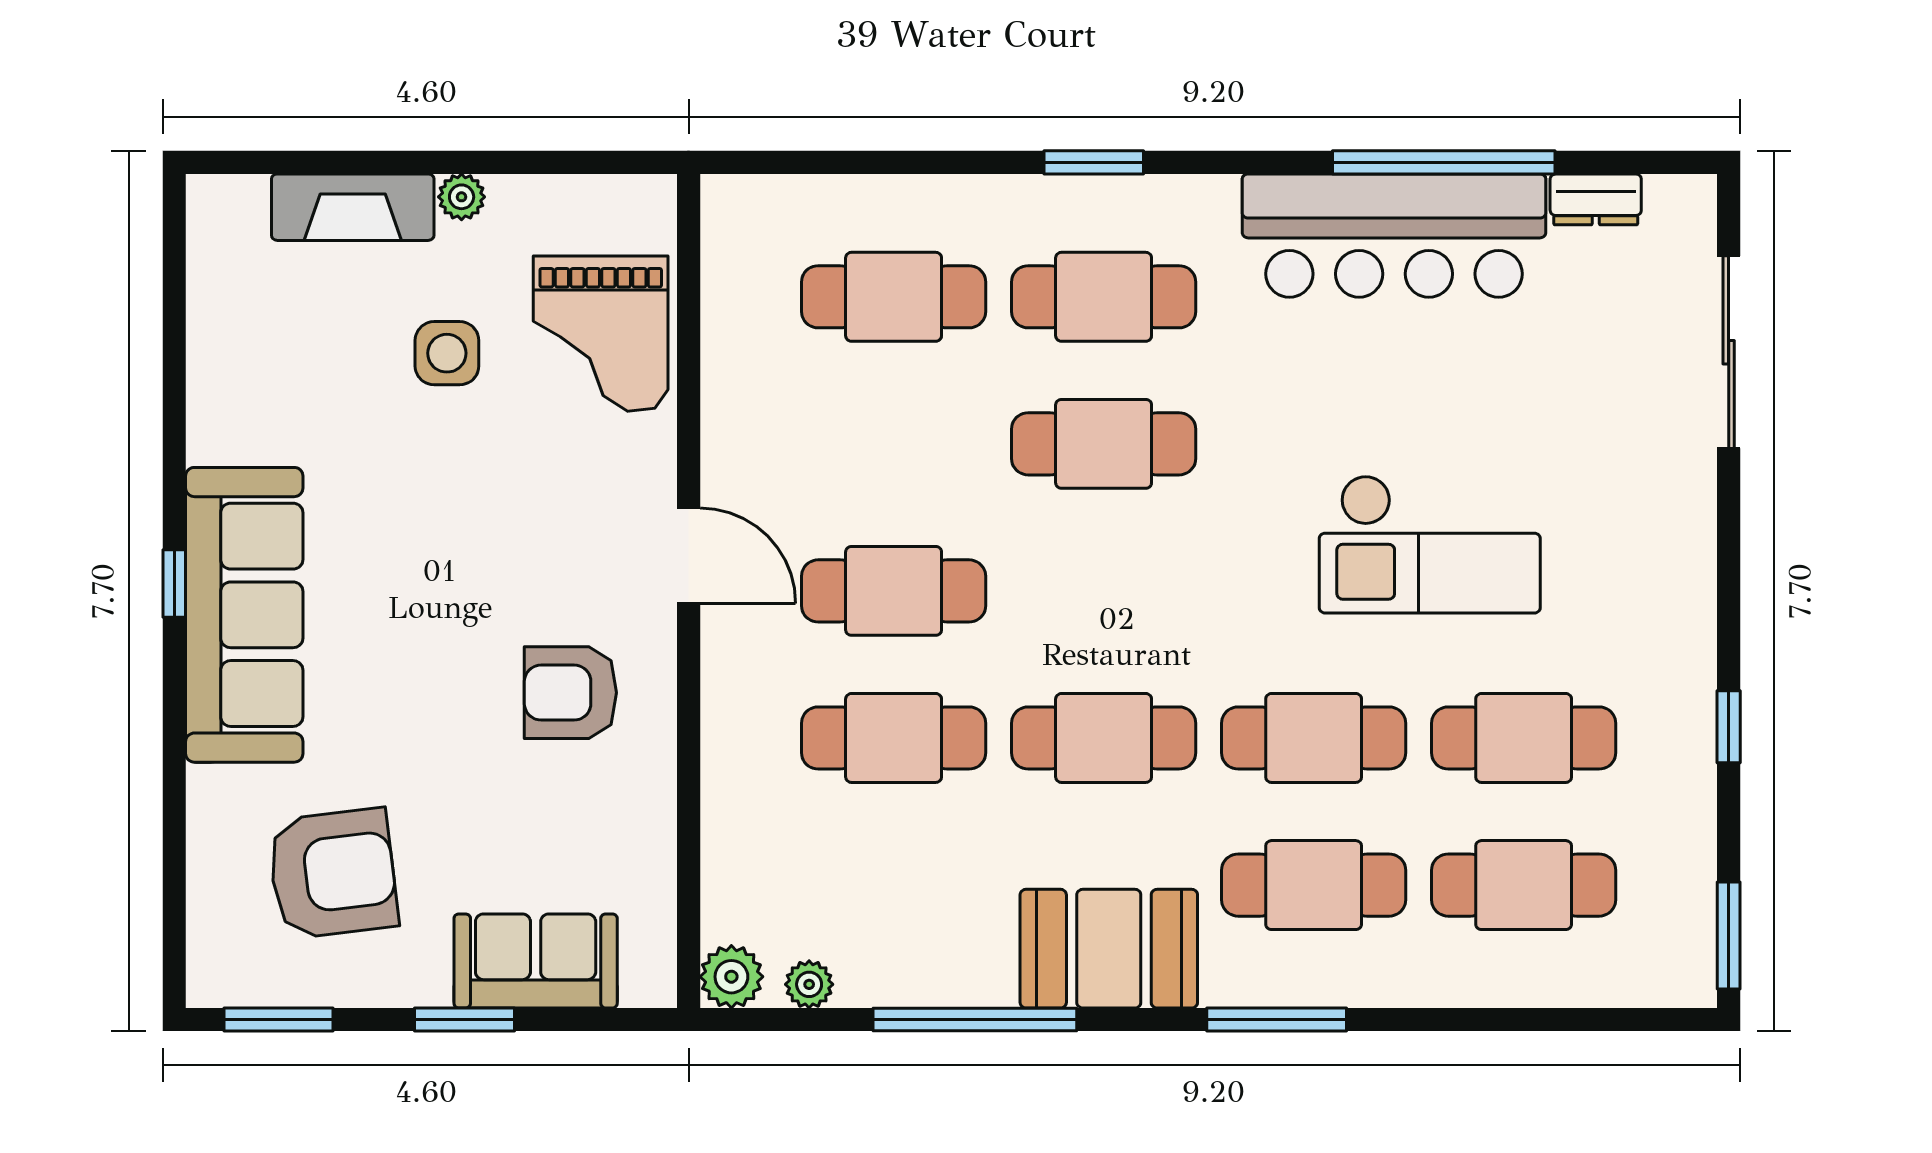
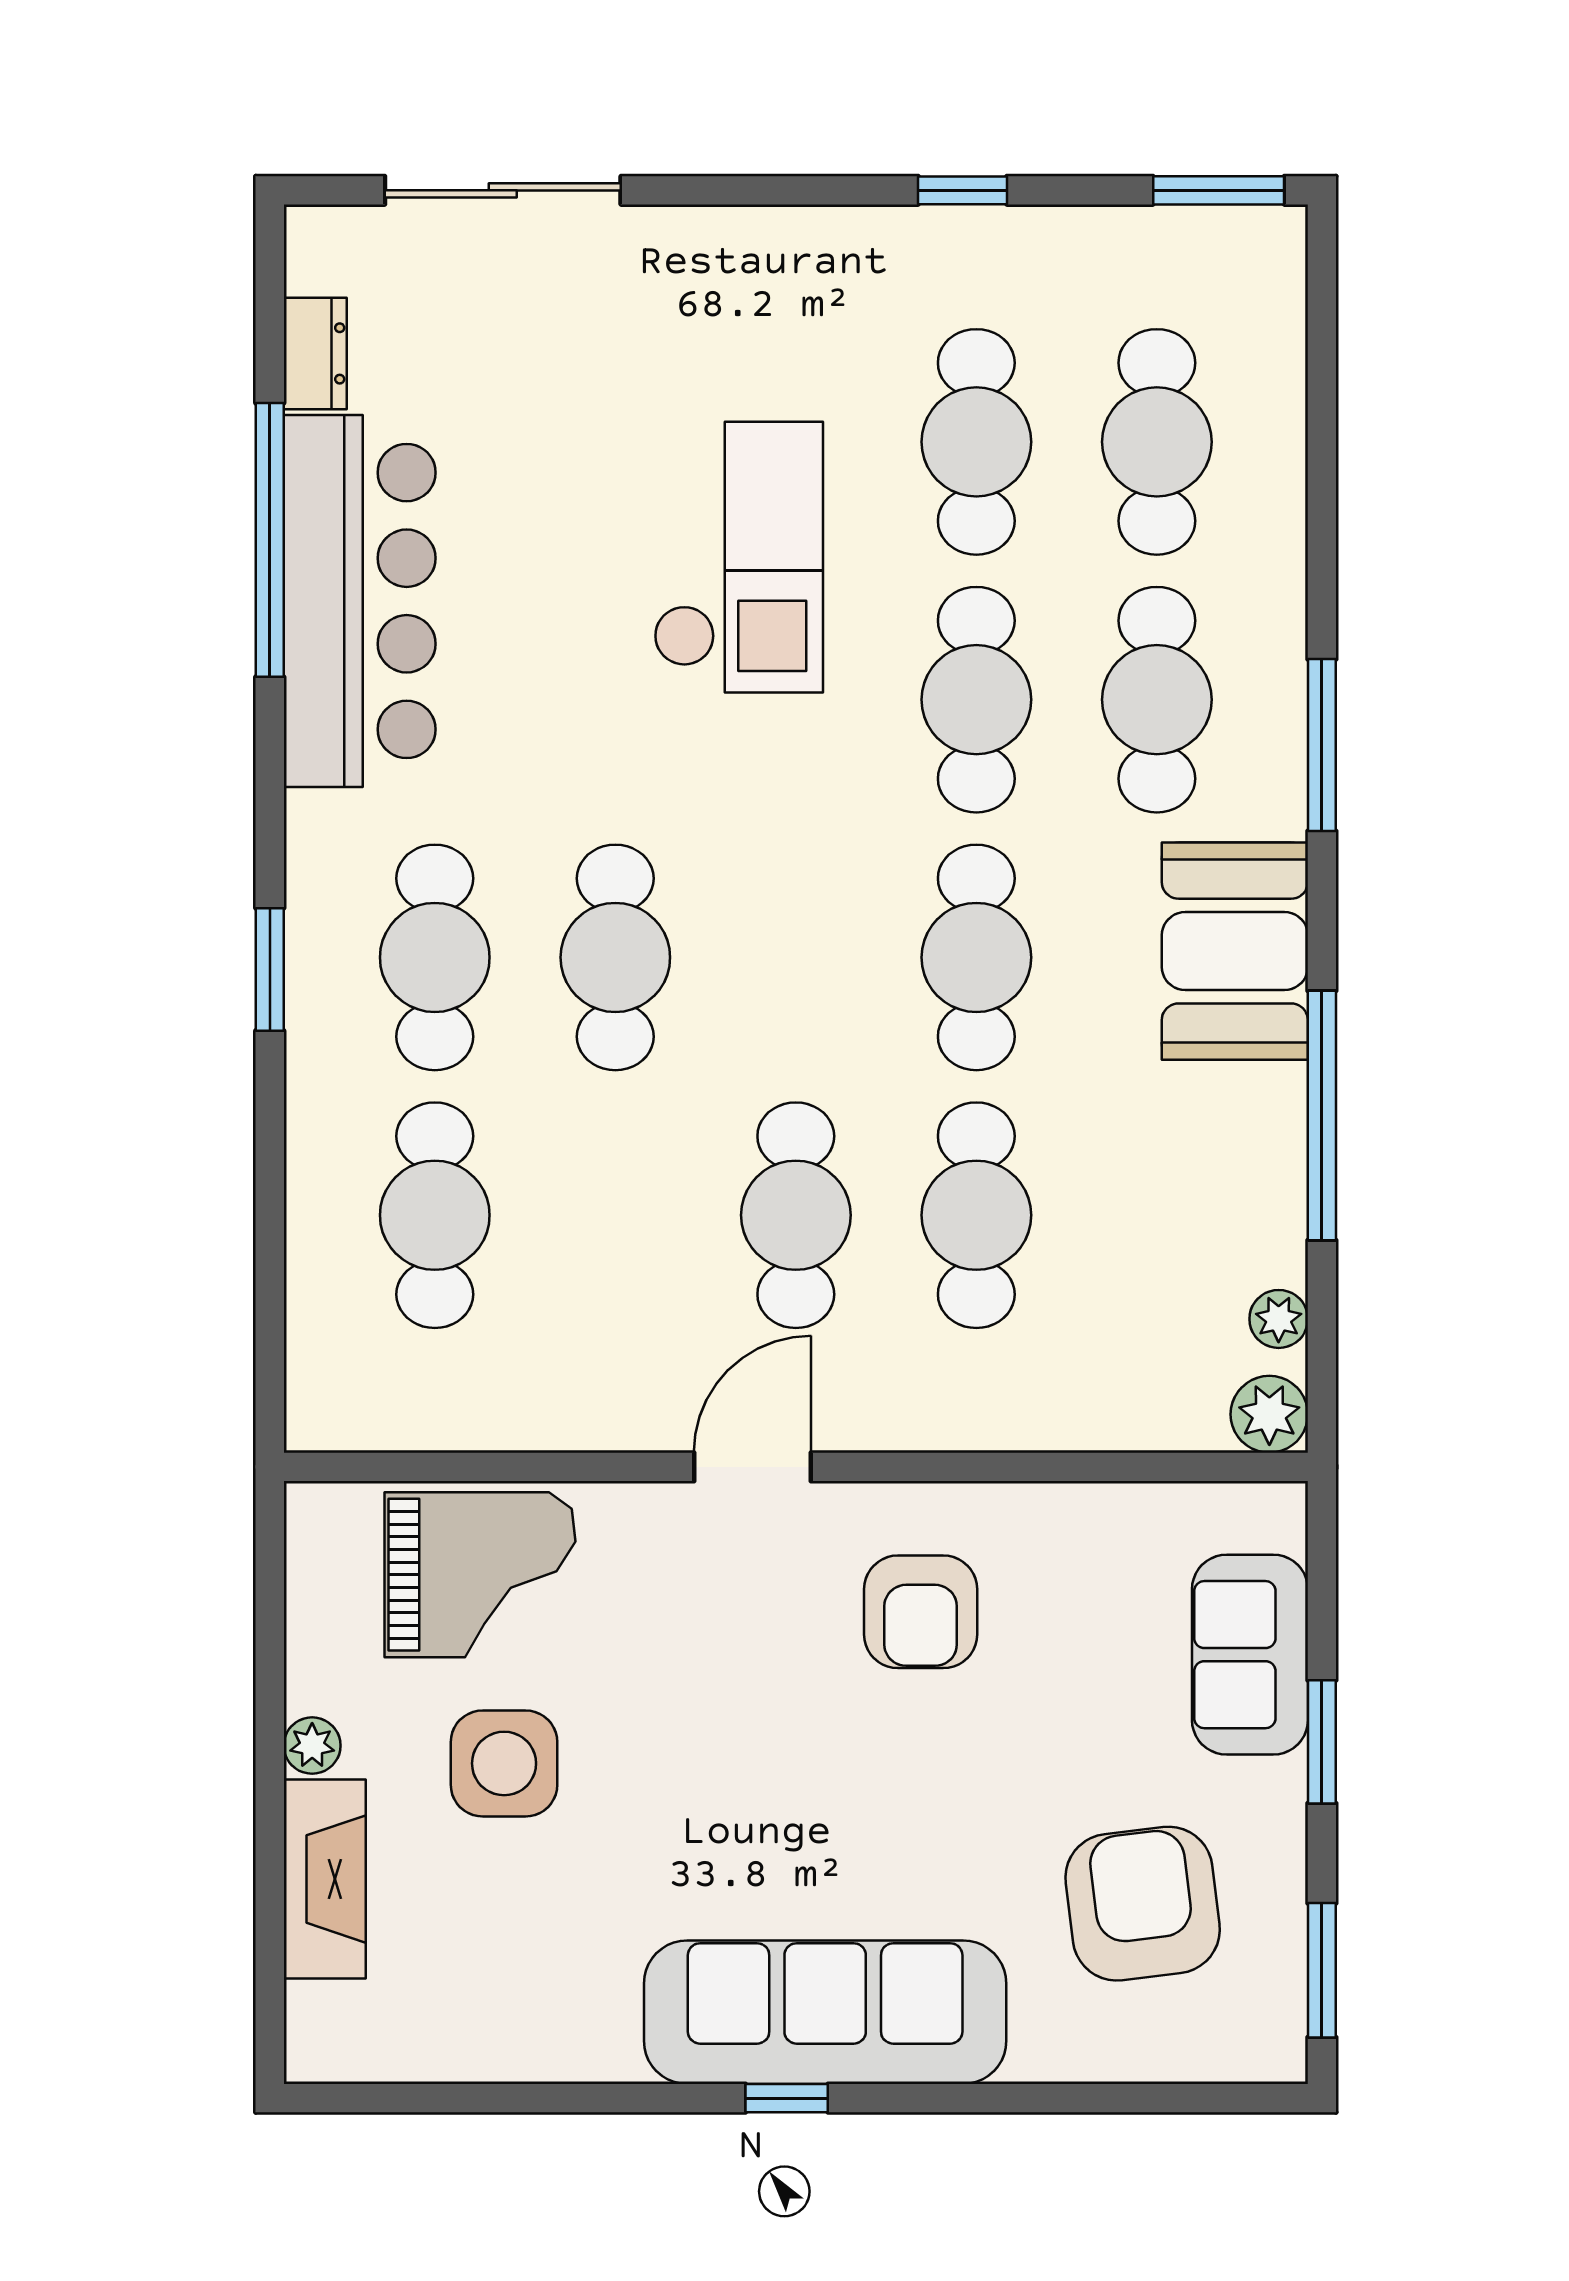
side table: (447, 353) -> (504, 1763), width x1.37, depth x1.37

